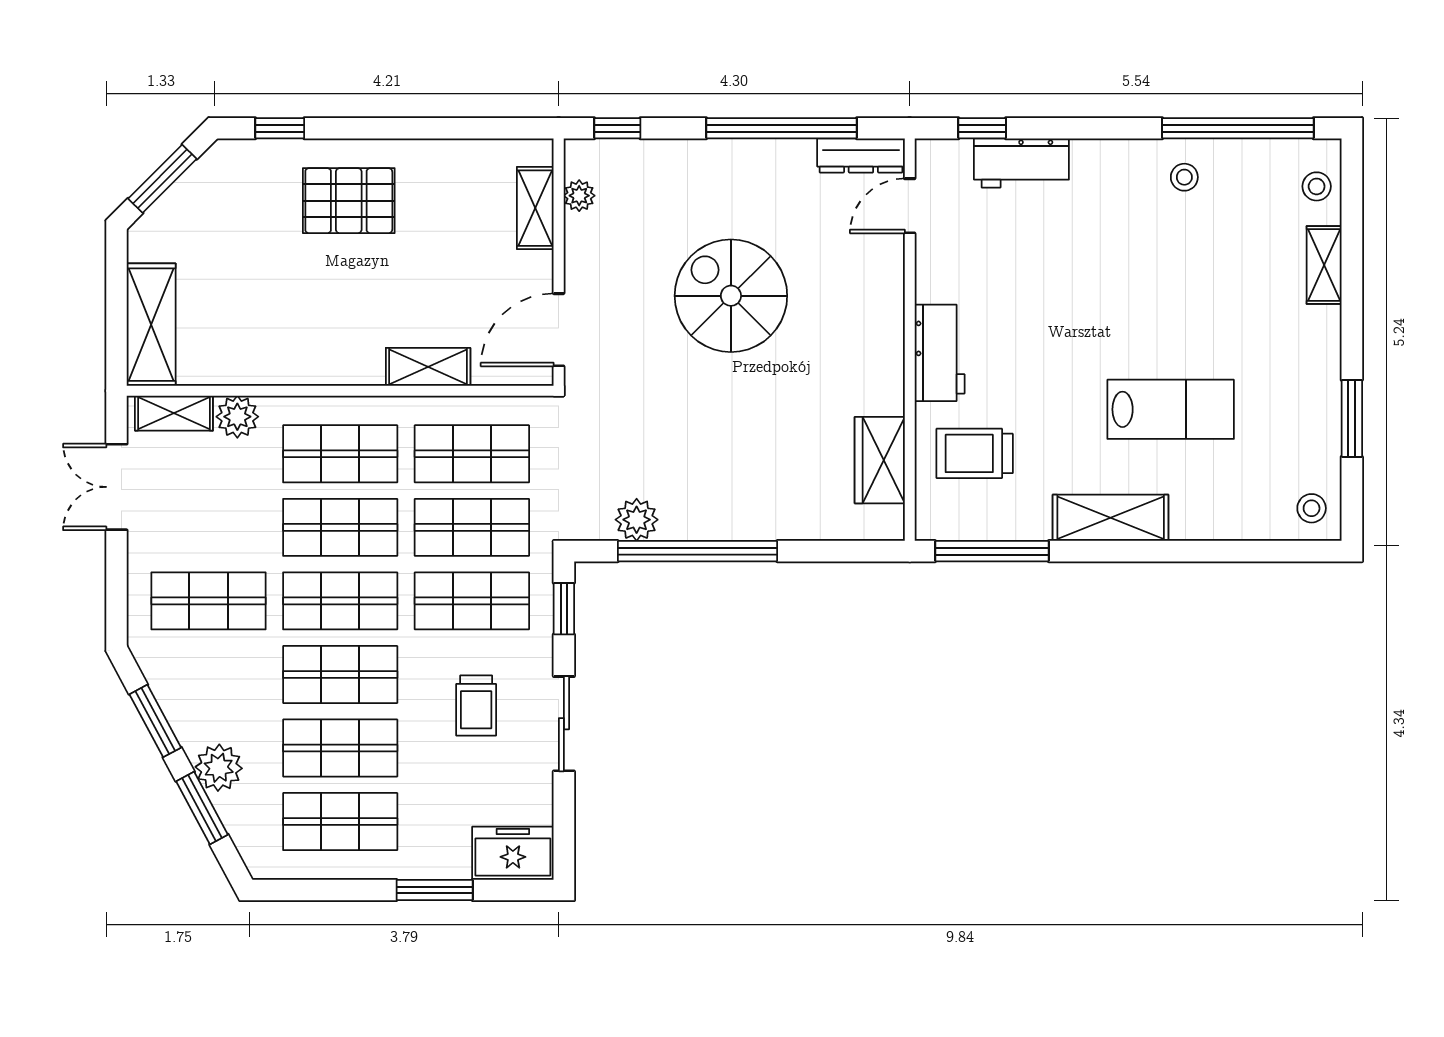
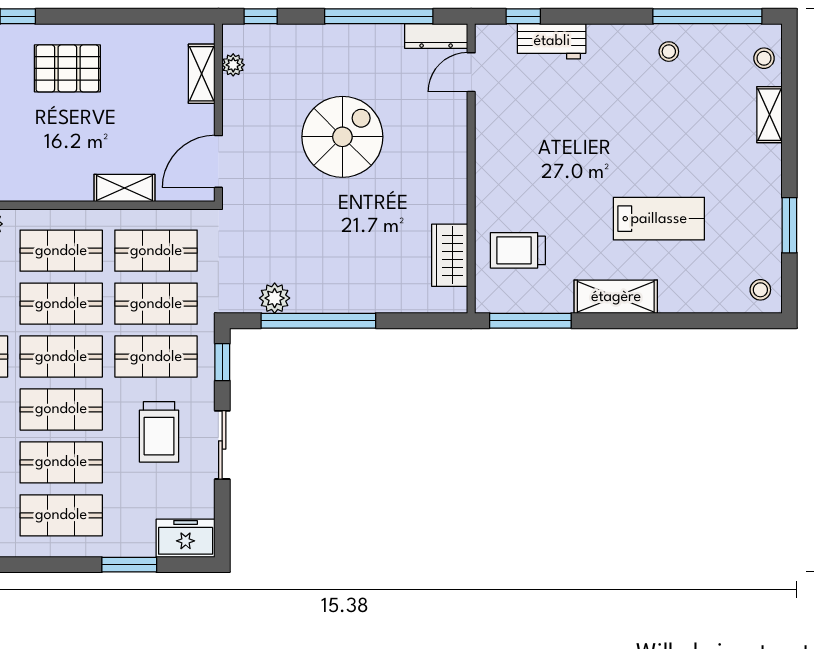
spiral stairs: (731, 296) -> (342, 137), turned 90
workbench: (940, 353) -> (493, 178), removed
trolley: (476, 705) -> (159, 432), width x1.36, depth x1.39

